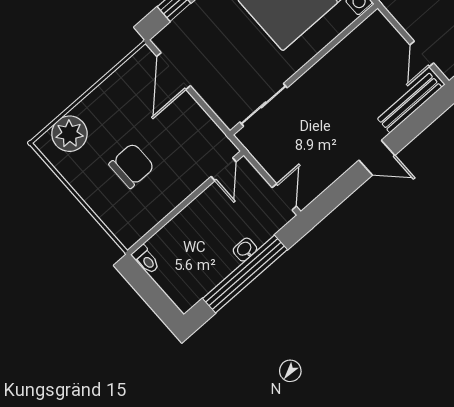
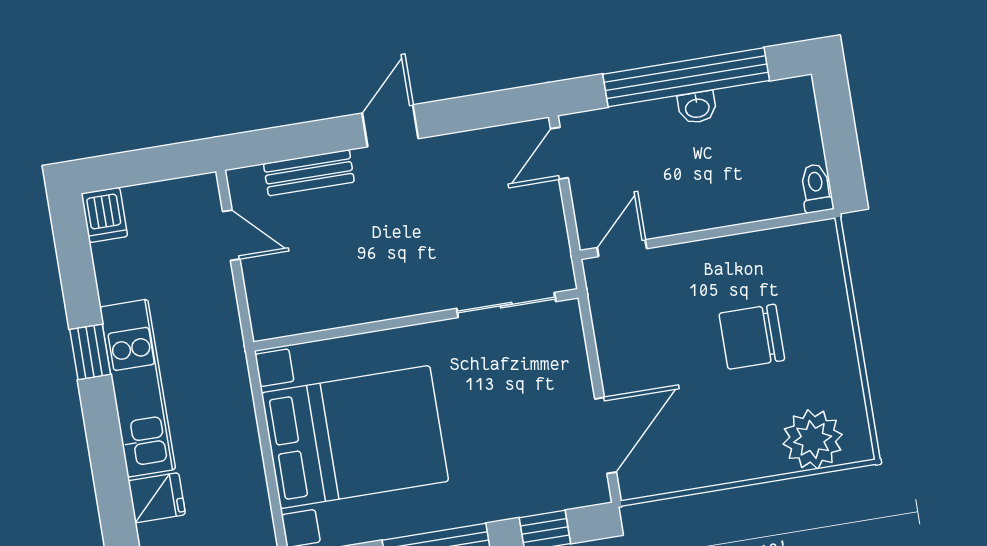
door: (422, 54) -> (231, 235), hinge flipped
bench: (410, 103) -> (309, 173), width x0.73
door: (377, 158) -> (390, 126), hinge flipped
washbasin: (245, 250) -> (697, 107), moved

